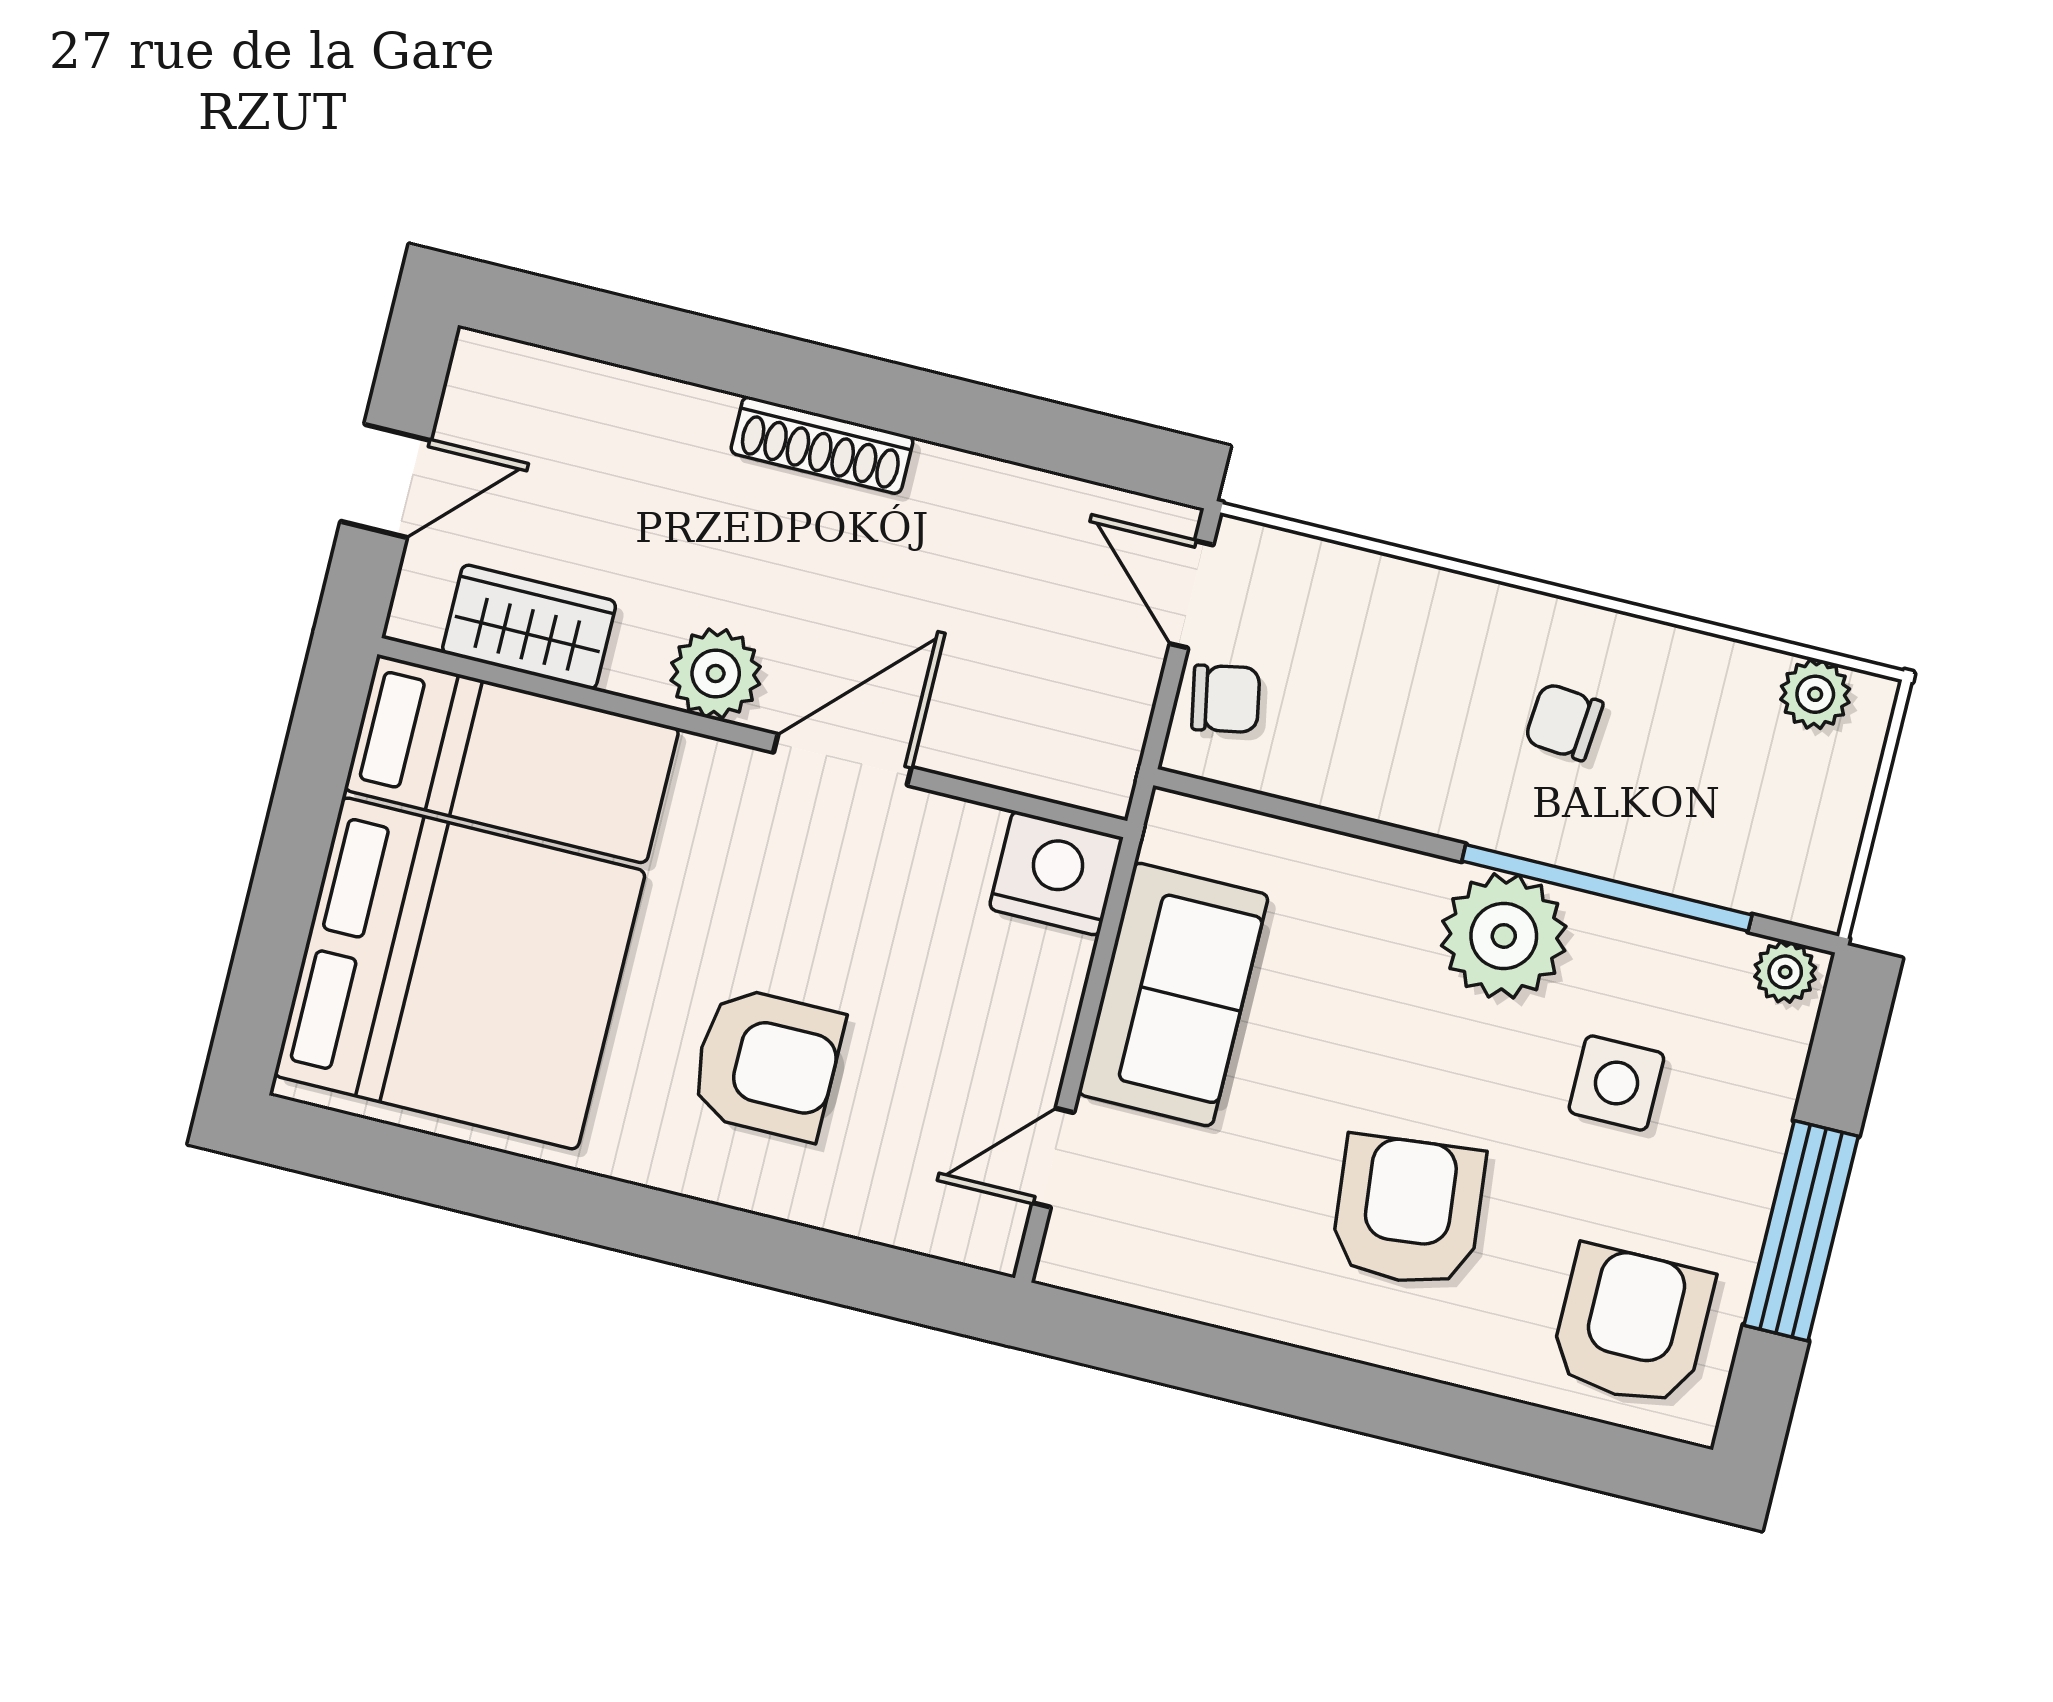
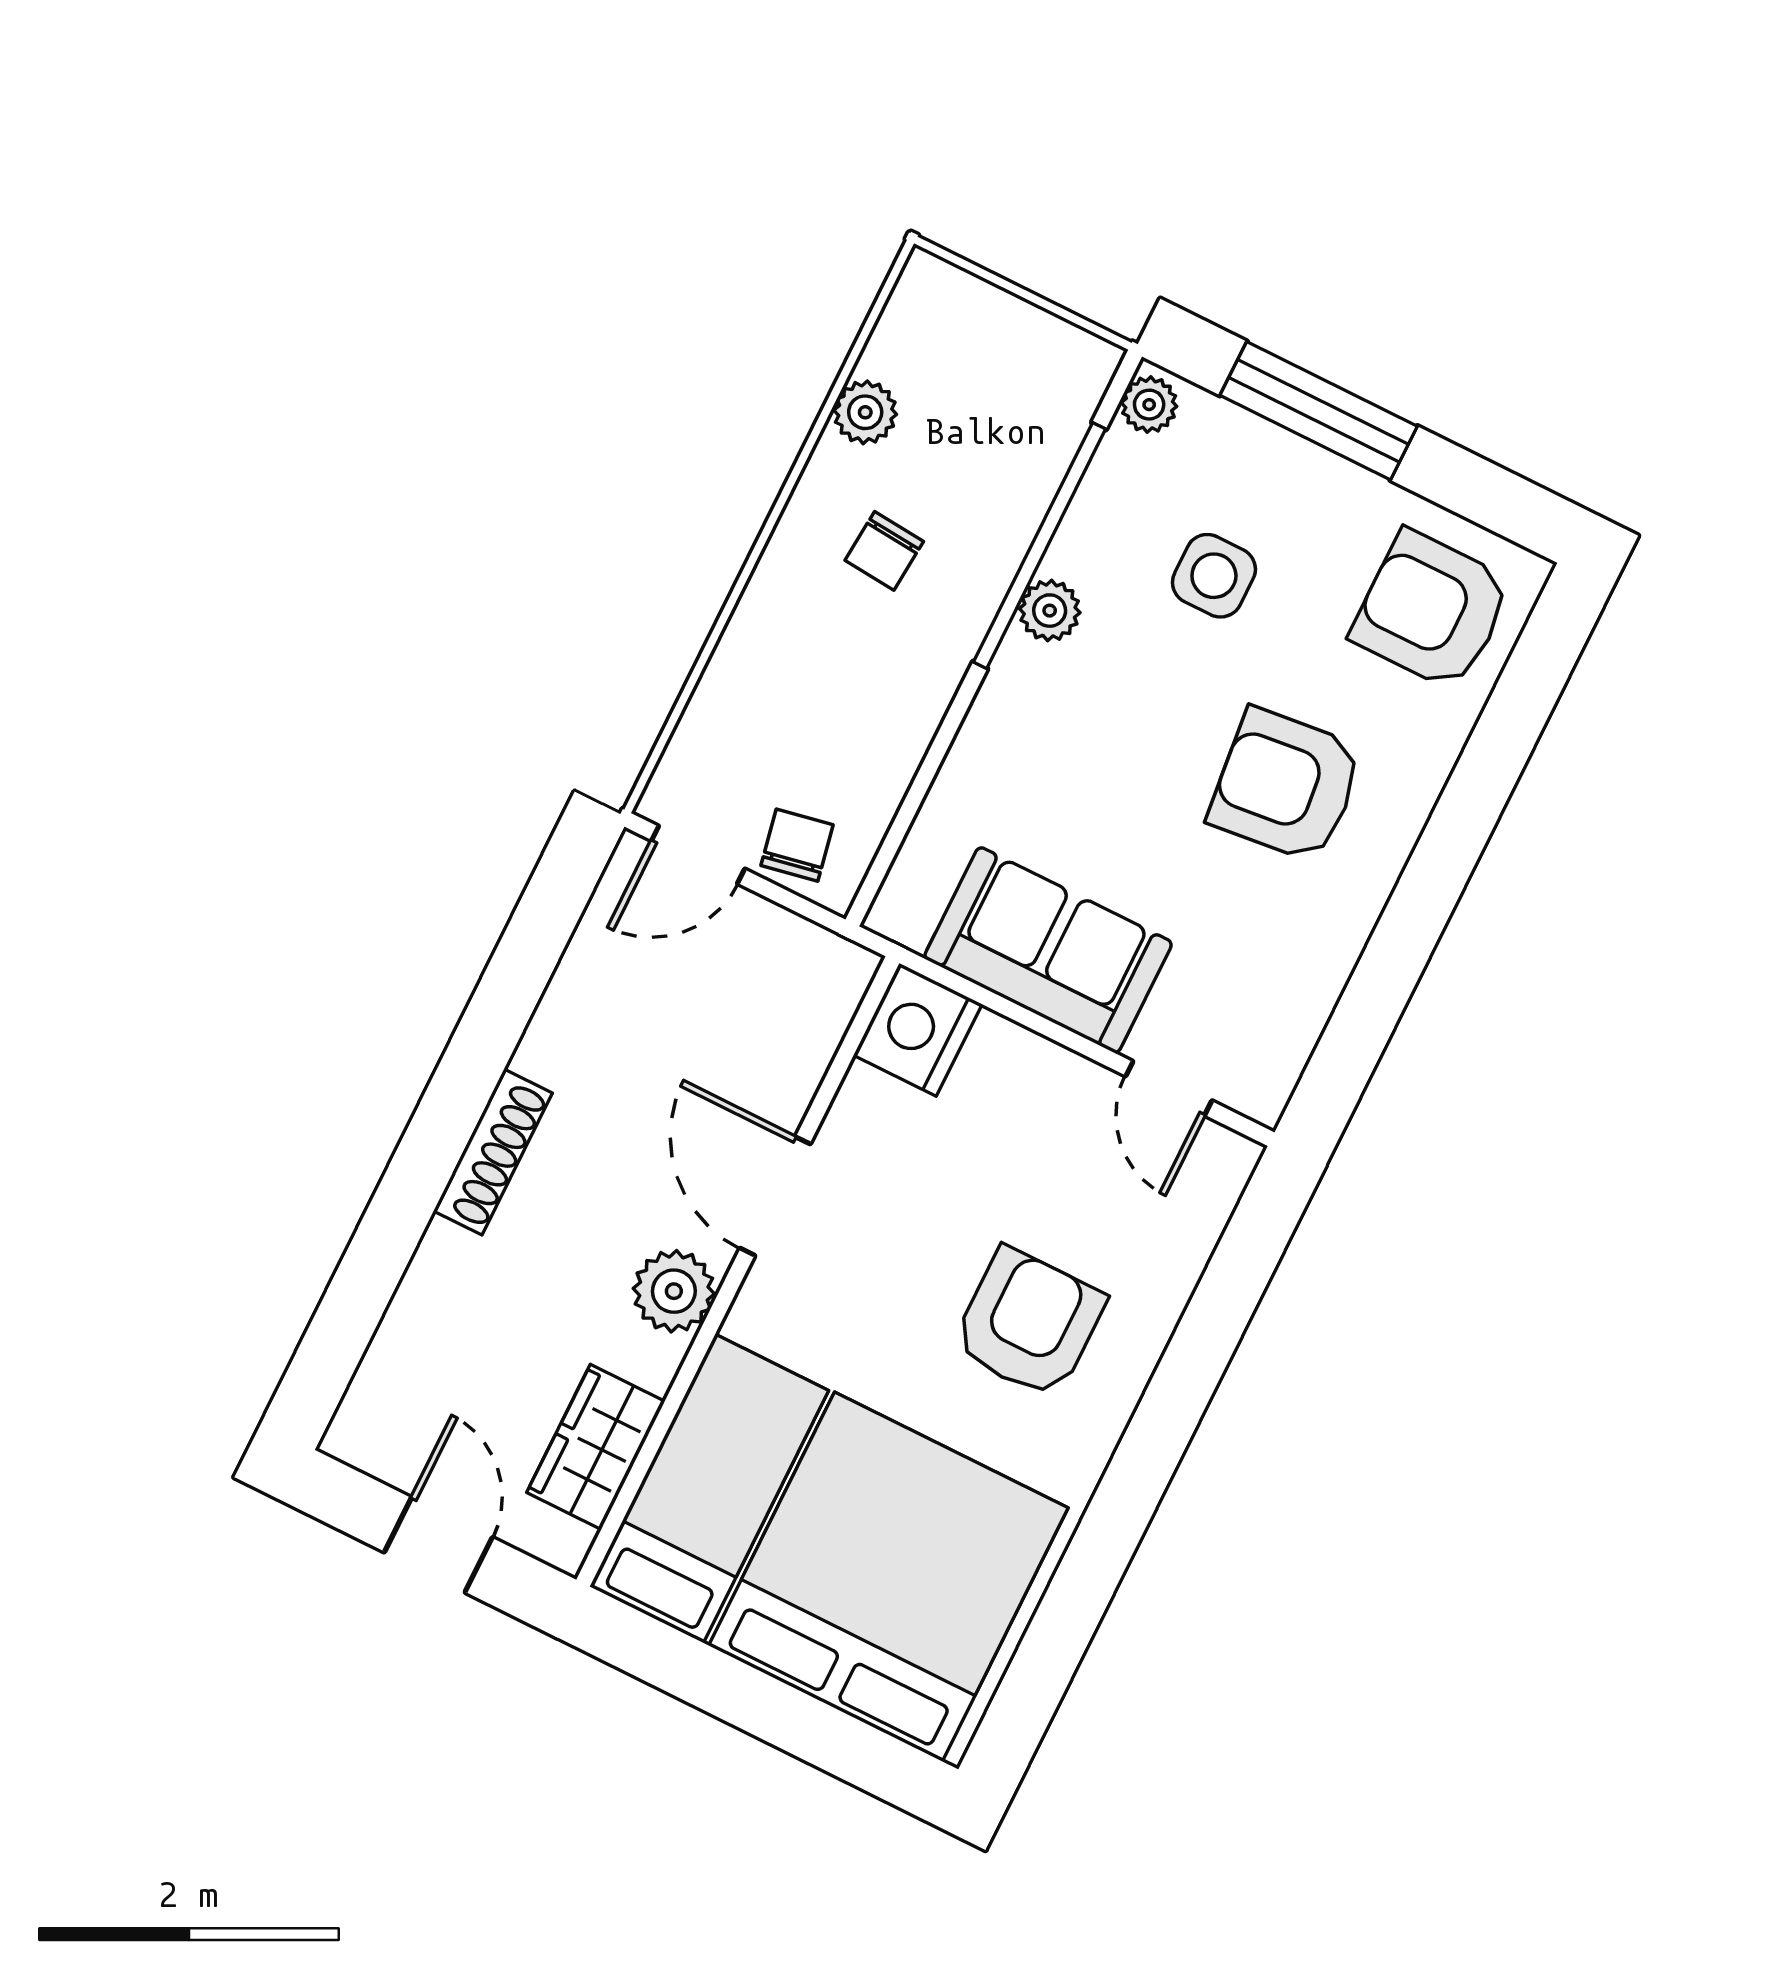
plant: (1815, 694) -> (865, 412), moved
plant: (1504, 936) -> (1050, 611), width x0.53, depth x0.53
window: (1801, 1231) -> (1319, 411), moved

